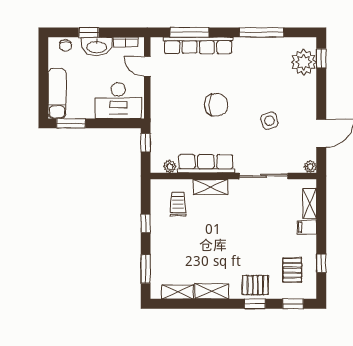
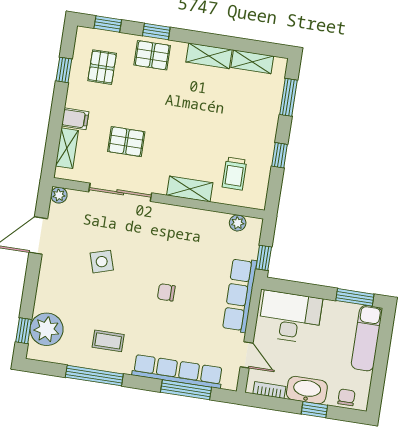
coffee table: (255, 61) -> (108, 341), added
chair: (216, 105) -> (166, 292), width x0.54, depth x0.54
row of seats: (206, 164) -> (240, 295), moved, turned 90
pallet: (265, 216) -> (126, 142), added

